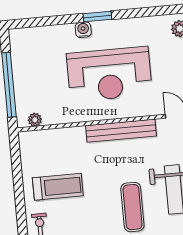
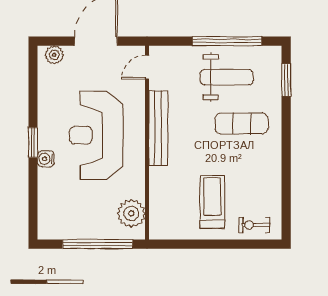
reception desk: (109, 74) -> (96, 135), turned 180
plant: (35, 120) -> (131, 213), width x1.88, depth x1.88

